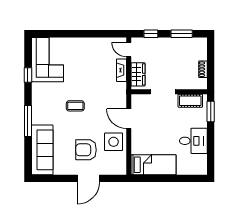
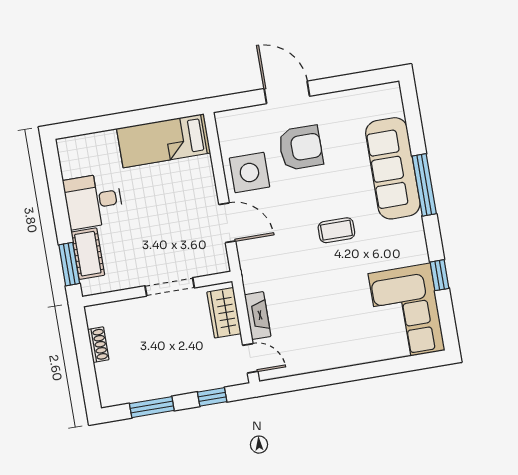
cot: (190, 101) -> (88, 254), moved, turned 90
sofa: (42, 150) -> (393, 168), moved
door: (88, 178) -> (287, 92), hinge flipped

